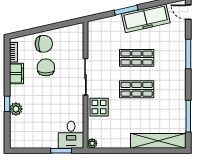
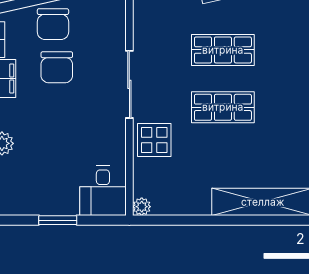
chair: (44, 44) -> (53, 24), turned 90
chair: (46, 67) -> (57, 67), turned 180
window: (61, 151) -> (58, 220), moved

